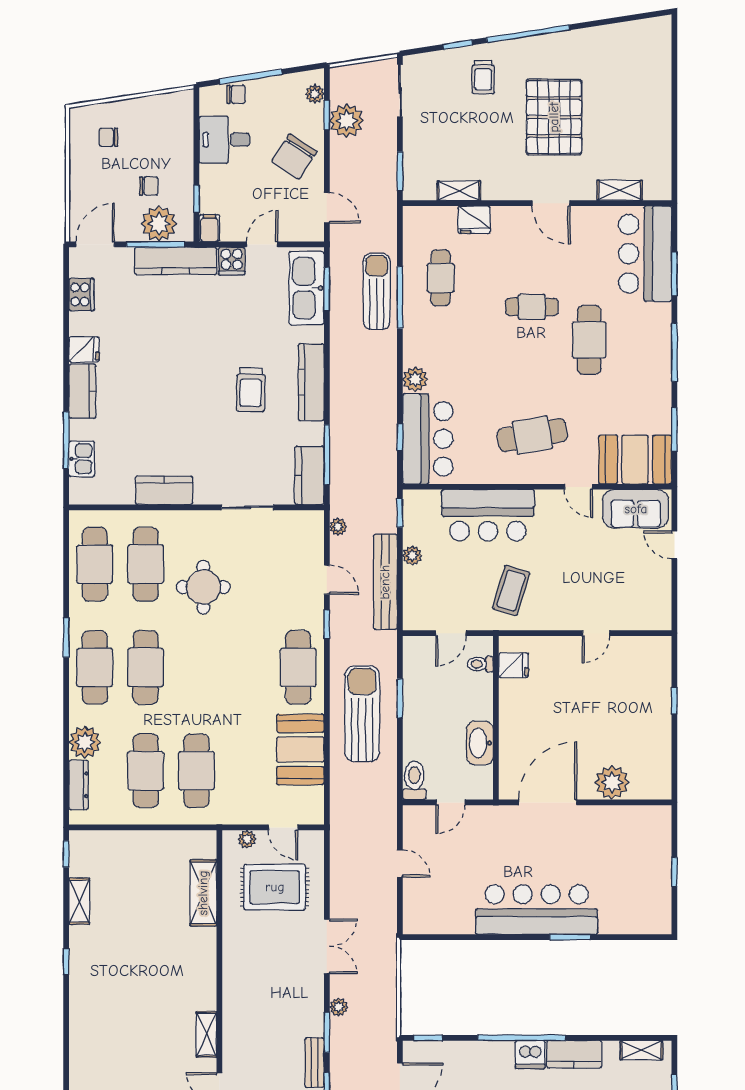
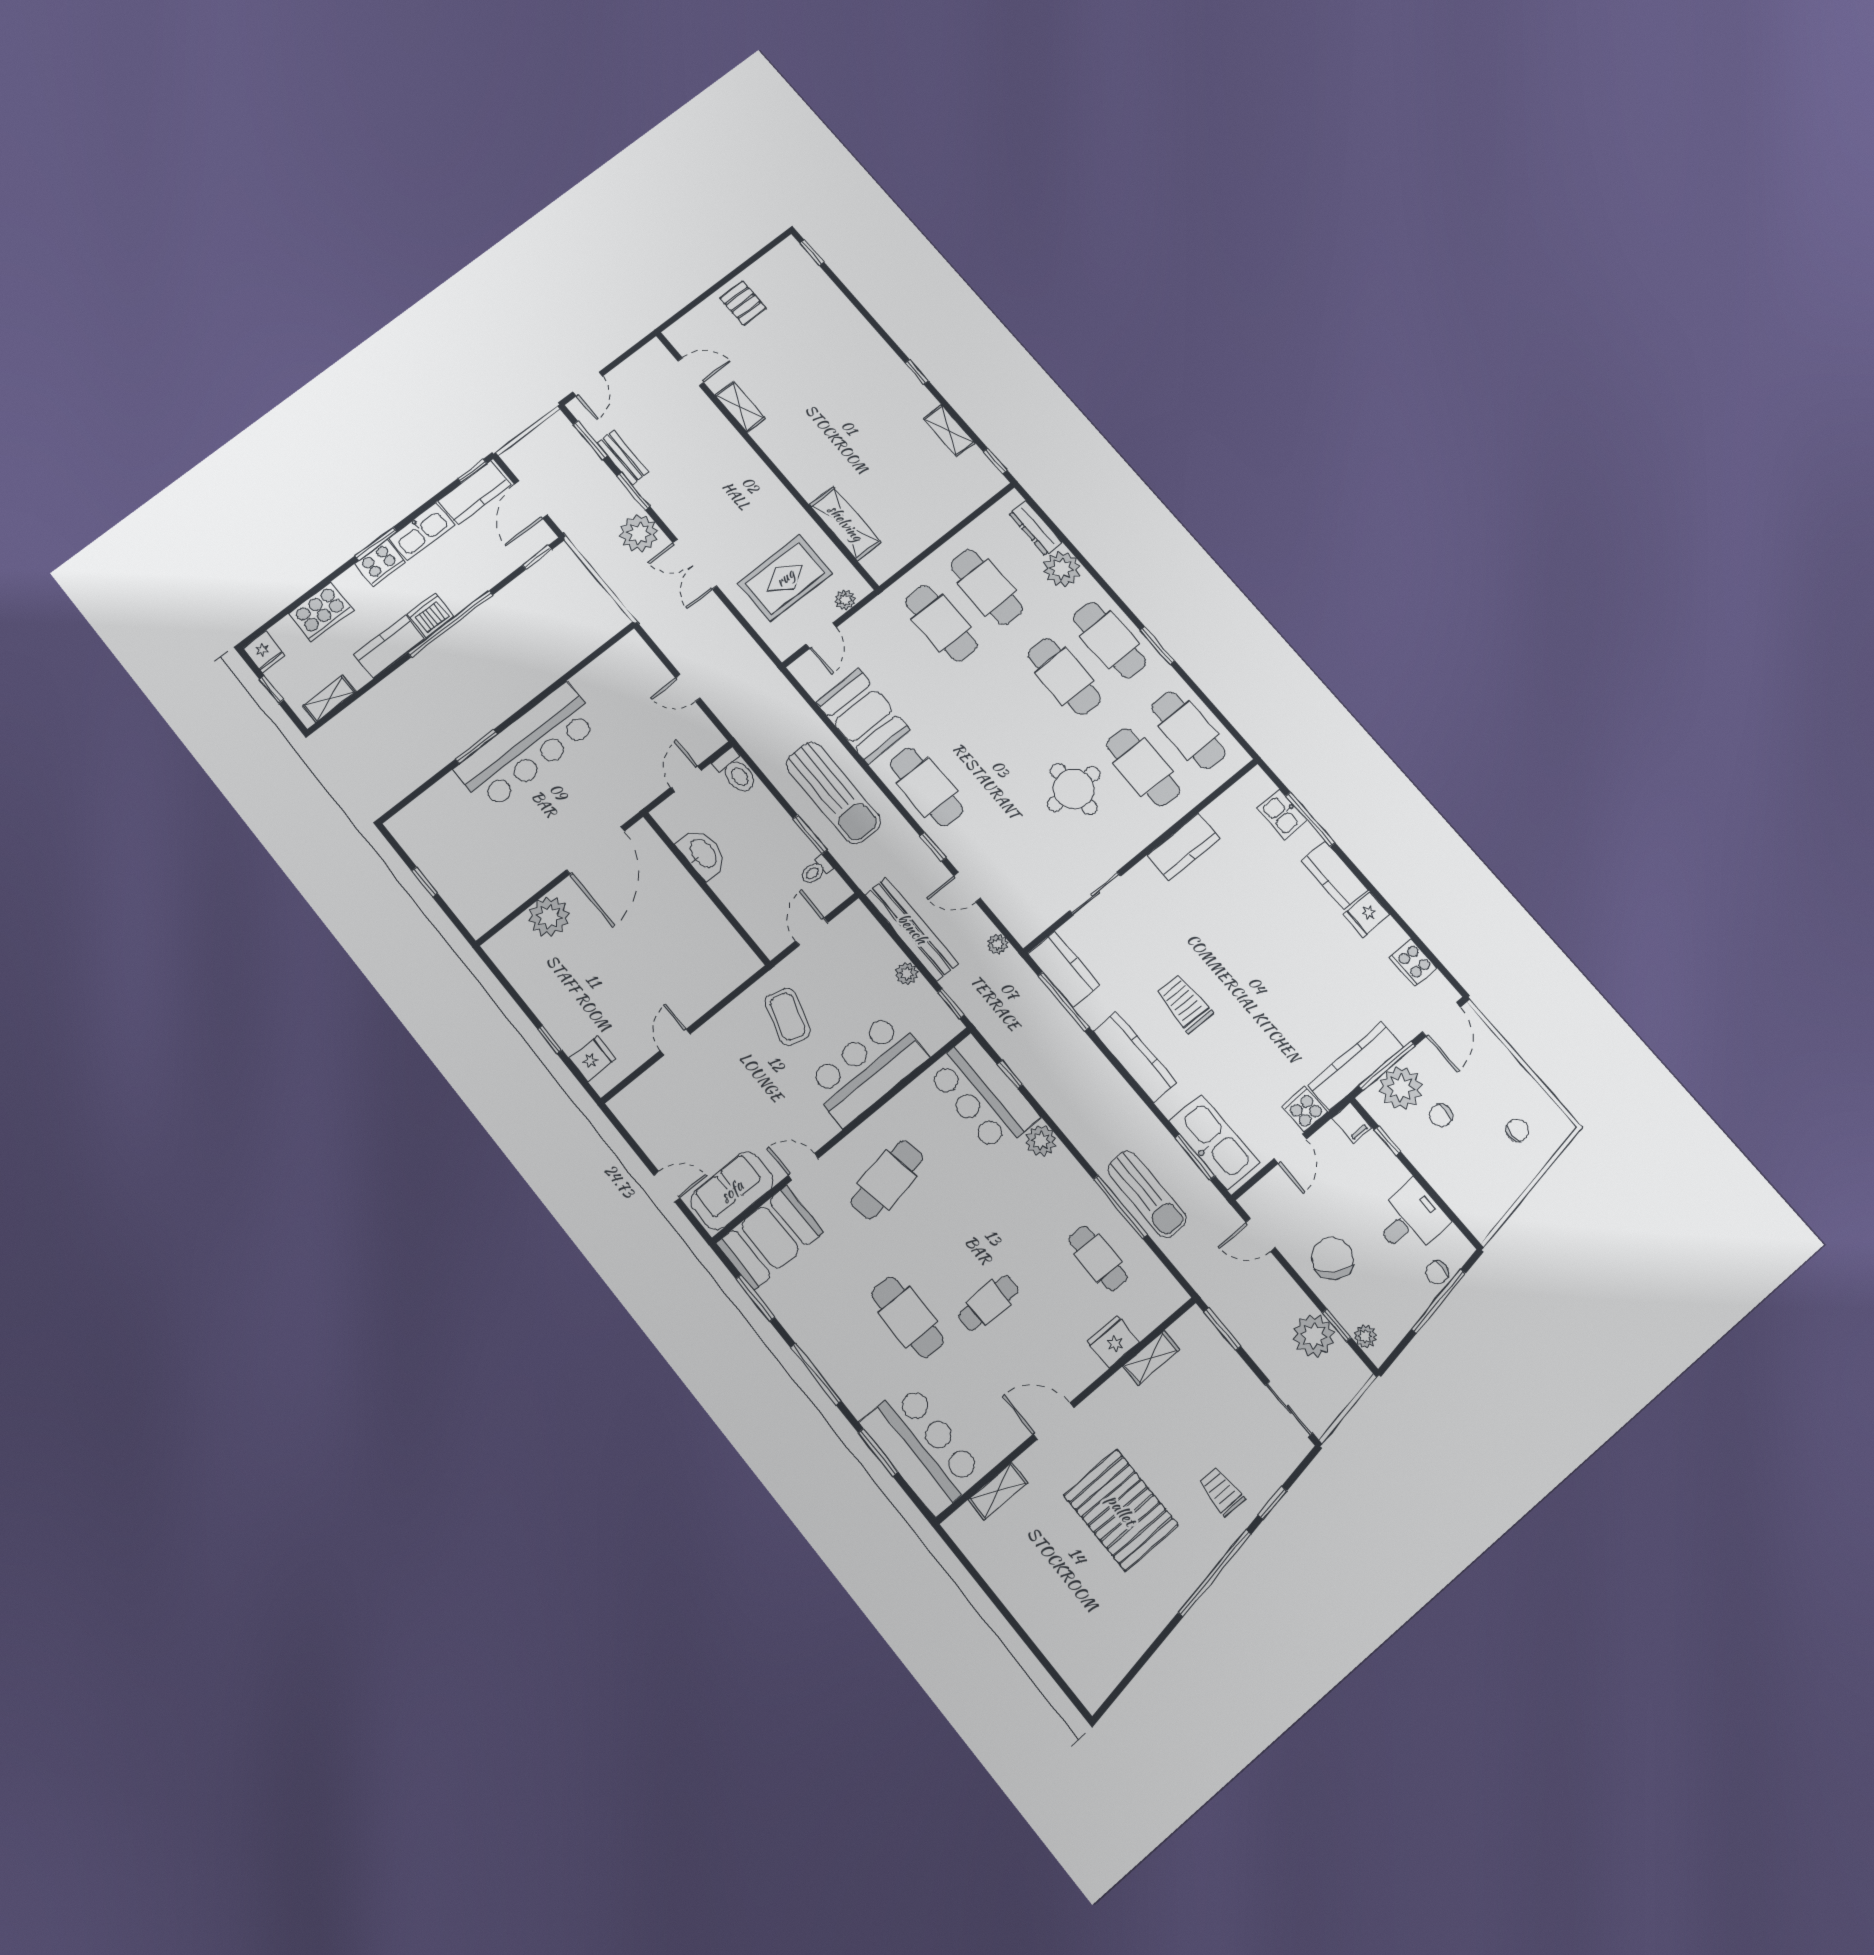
toilet: (480, 664) -> (816, 870), moved, turned 180
fridge: (513, 665) -> (593, 1059), moved, turned 180
door: (283, 827) -> (821, 636), swing flipped
plant: (339, 1007) -> (639, 533), width x1.88, depth x1.88

